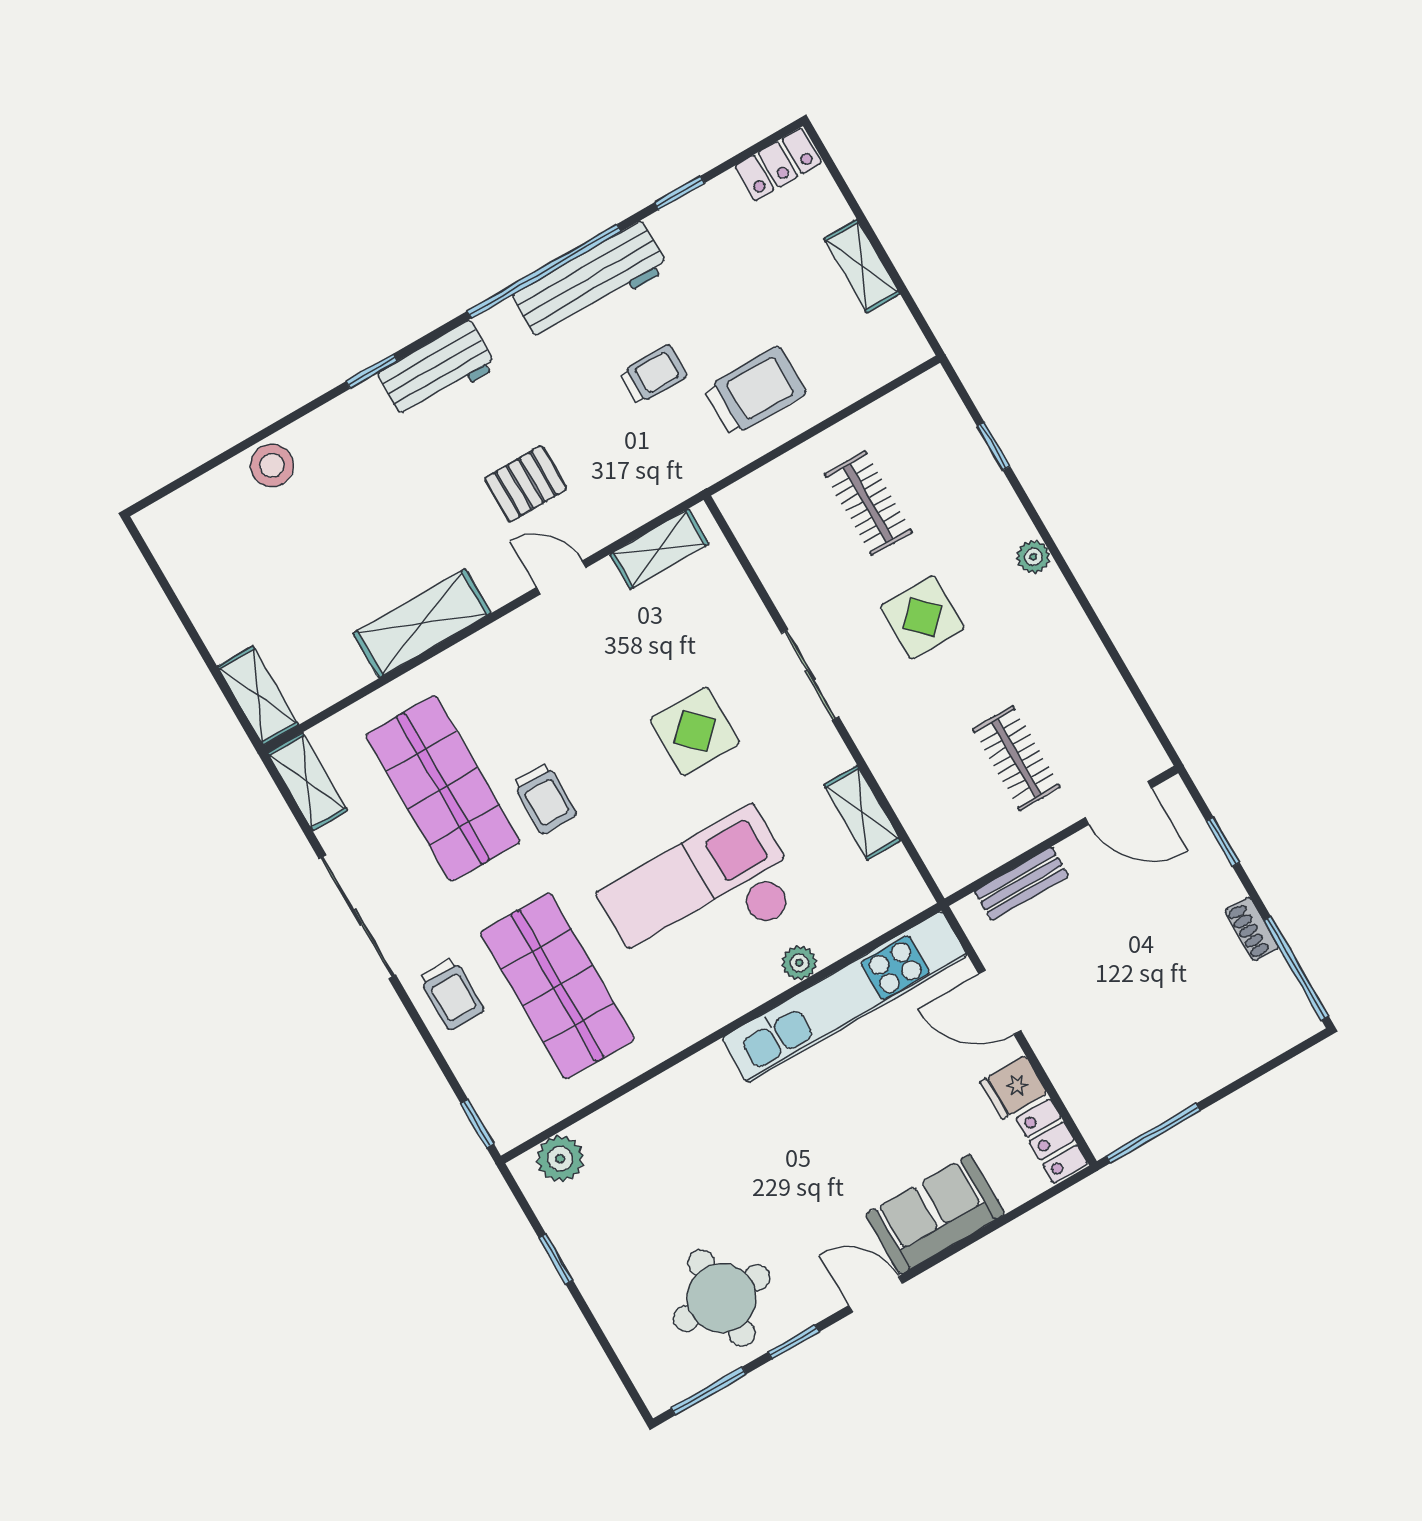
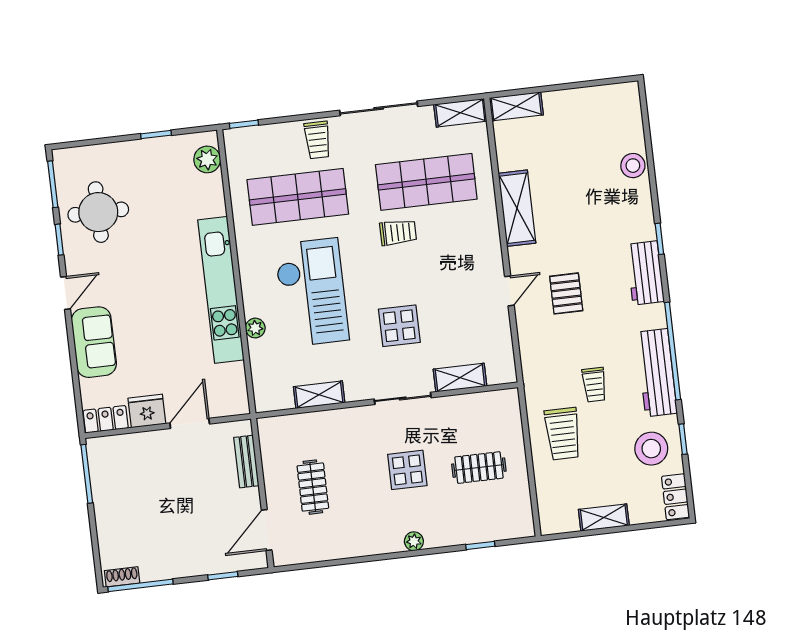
stool: (717, 237) -> (651, 449), added
shelving: (659, 549) -> (460, 378), moved, turned 90
clothes rail: (1016, 758) -> (313, 487), turned 90
trolley: (545, 799) -> (398, 232), turned 180
shoe rack: (1252, 929) -> (122, 577), moved
trolley: (451, 994) -> (317, 140), turned -90
kitchen unit: (845, 997) -> (221, 290), moved
fridge: (1014, 1087) -> (147, 411), width x1.38

